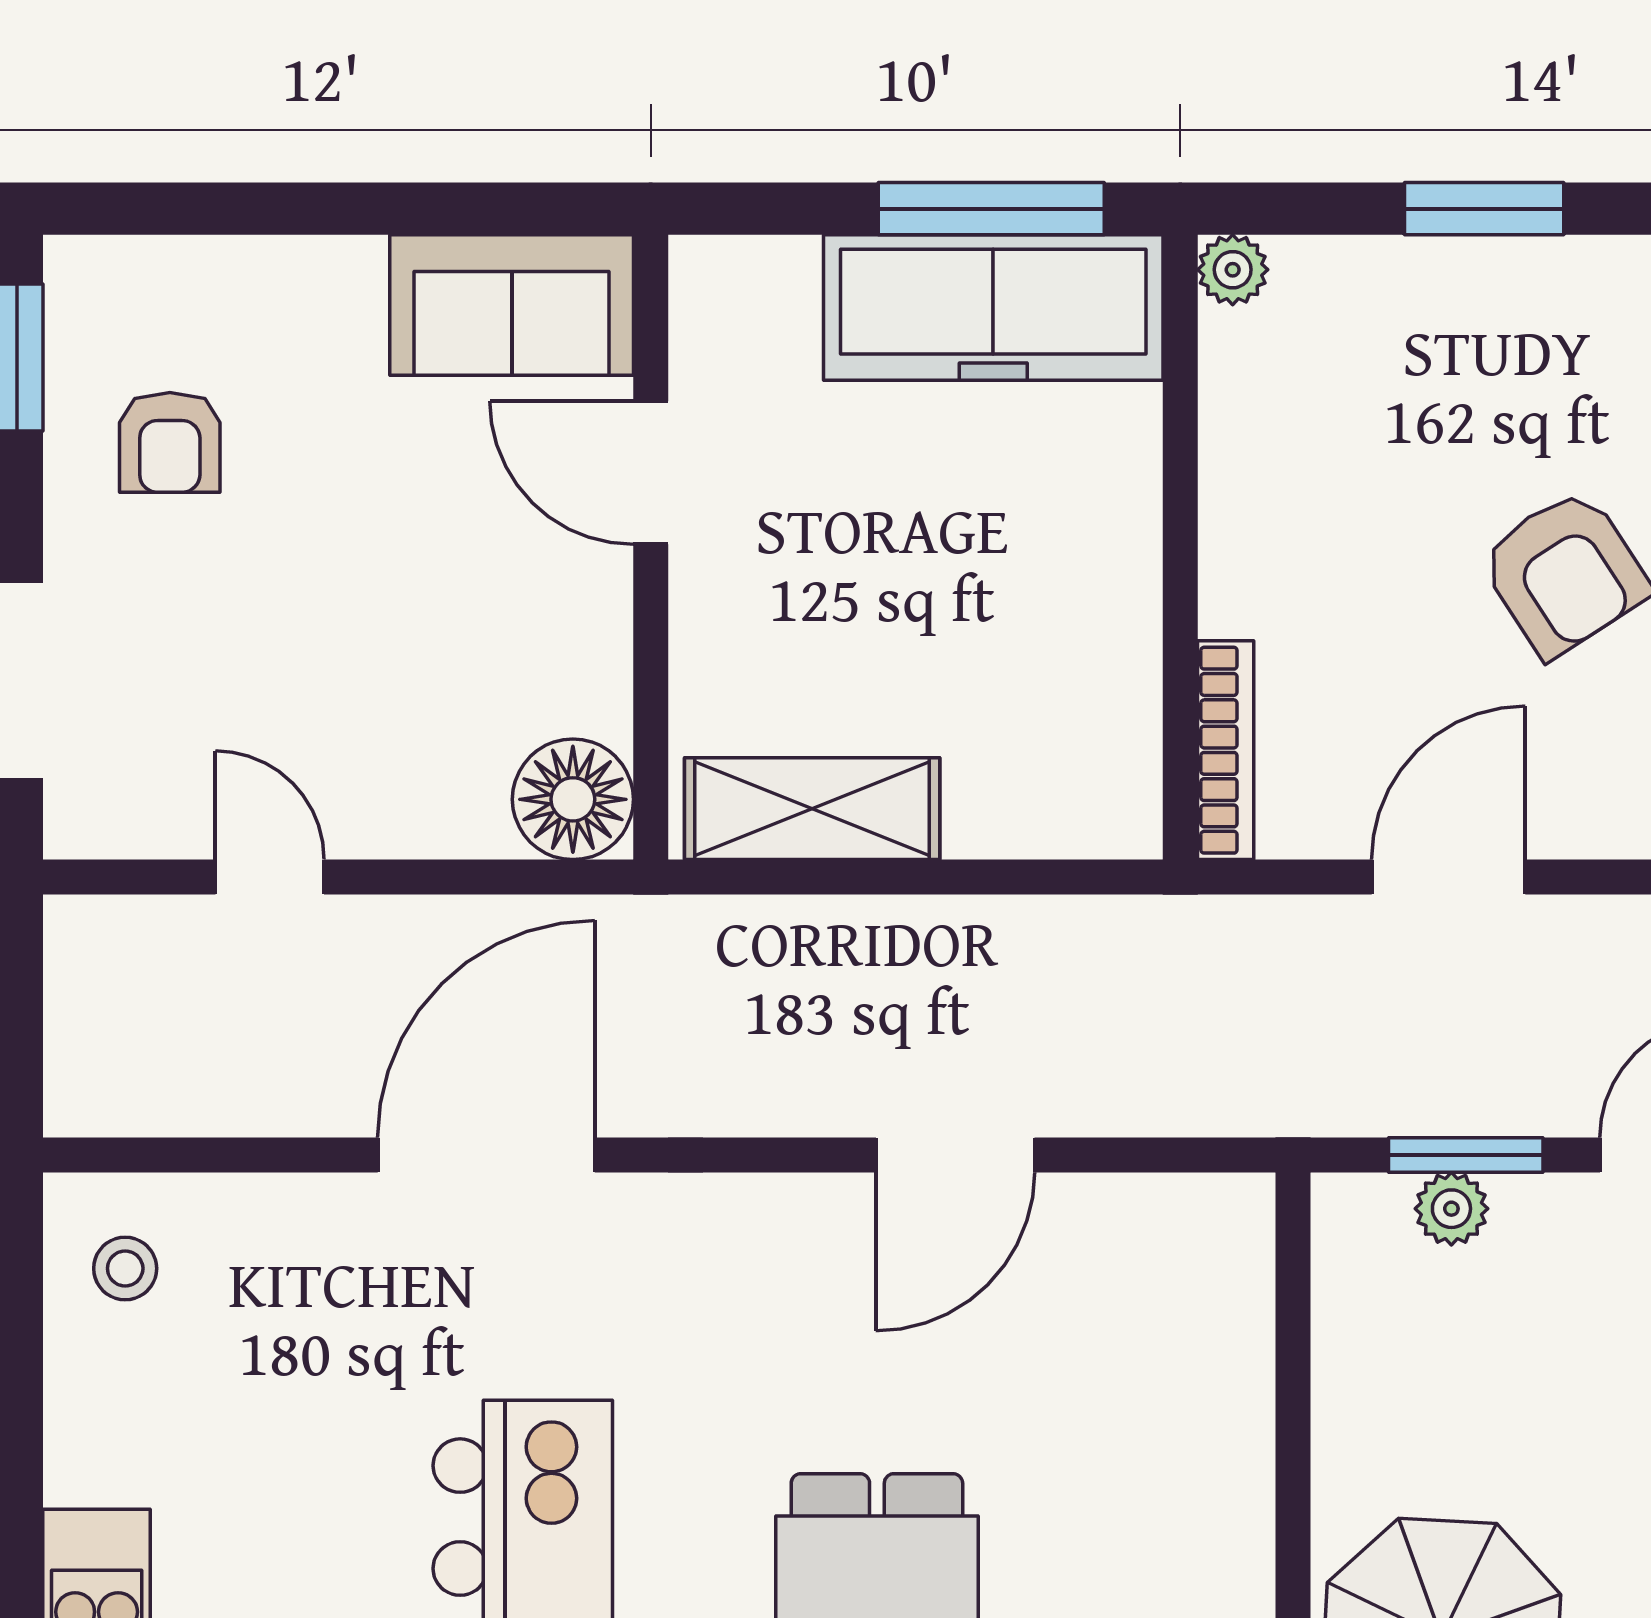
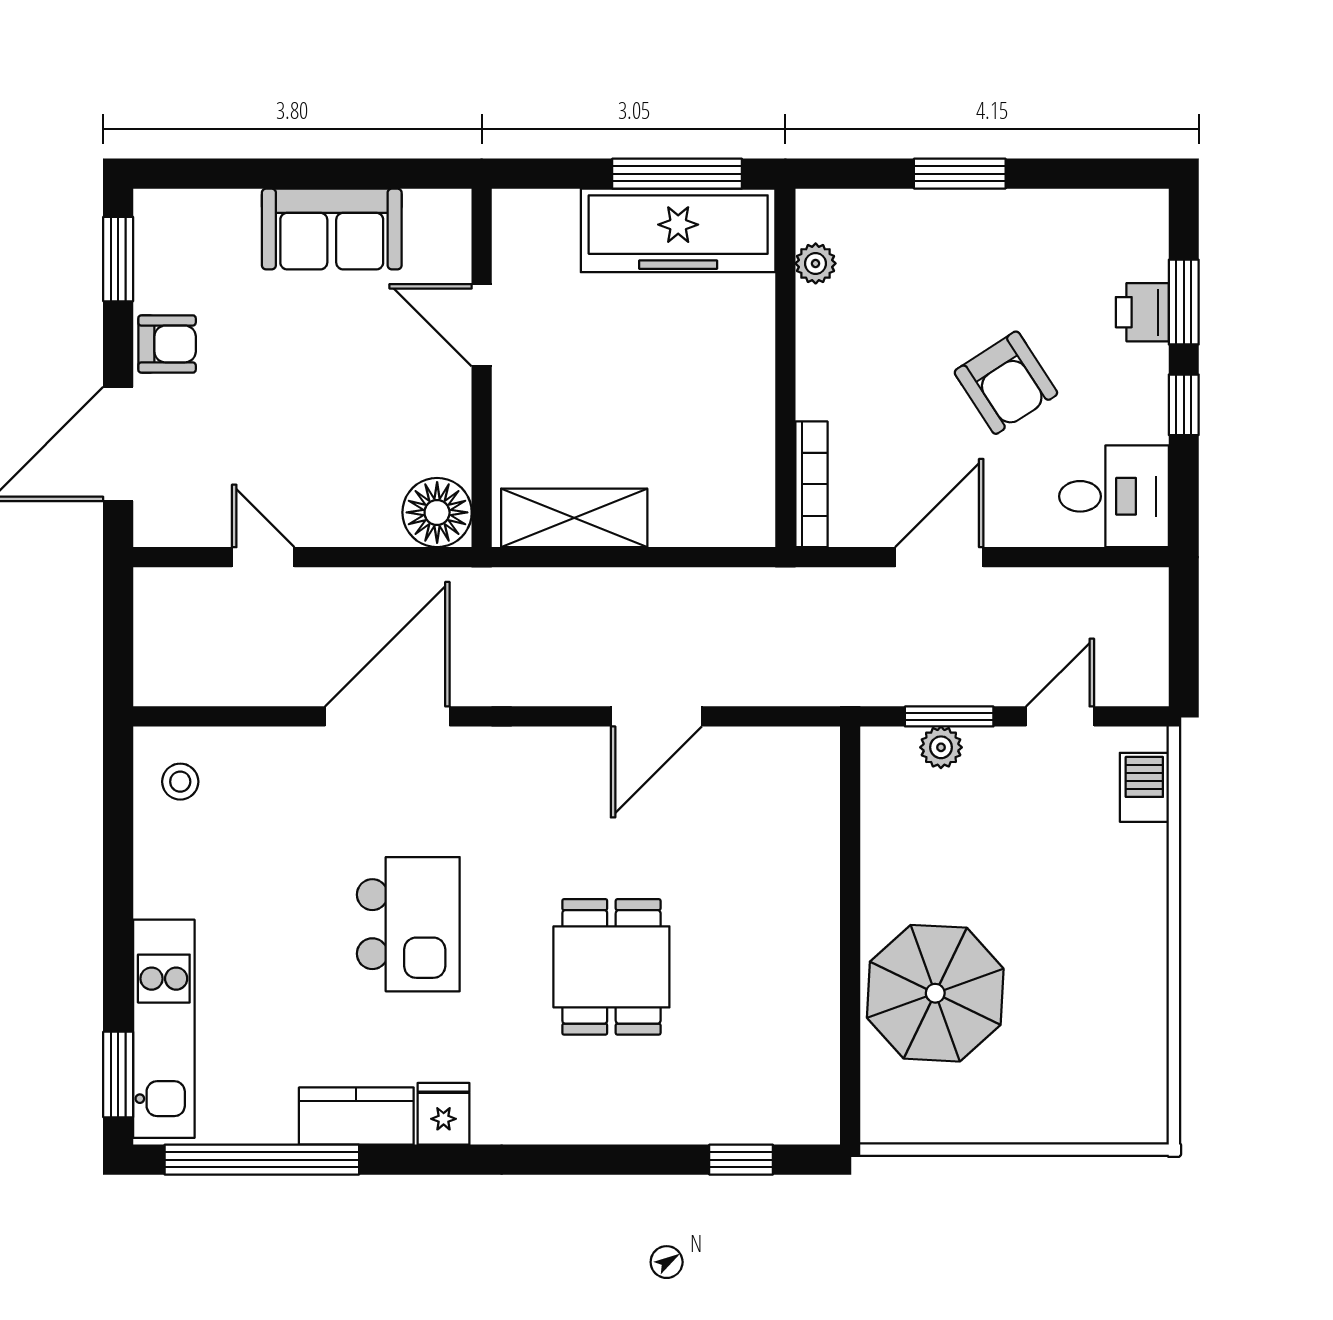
plant: (1233, 270) -> (816, 263), moved
sofa: (512, 305) -> (332, 229), moved
armchair: (170, 442) -> (167, 344), moved, turned -90

